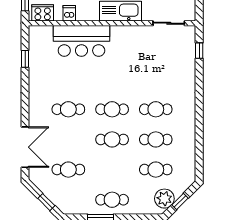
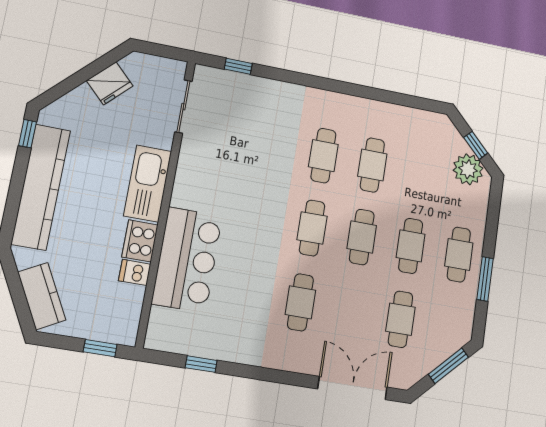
cooker: (43, 13) -> (140, 241), moved
cafe table: (156, 170) -> (411, 246), moved
window: (46, 202) -> (448, 366), width x1.50

